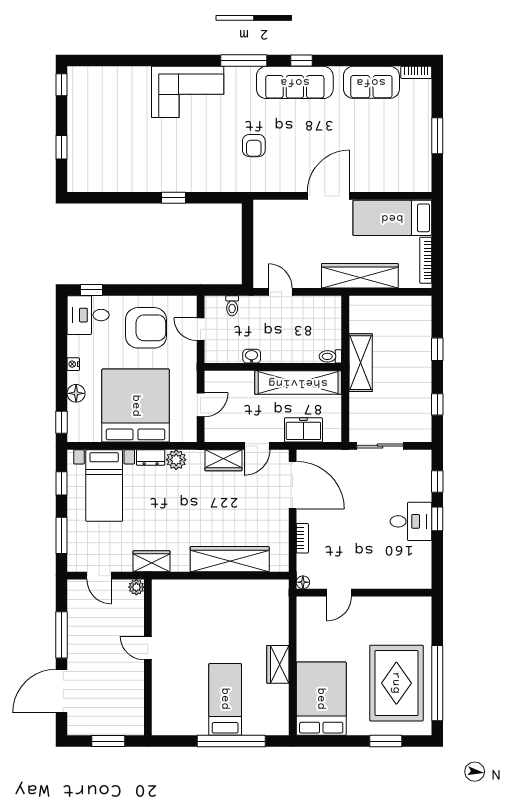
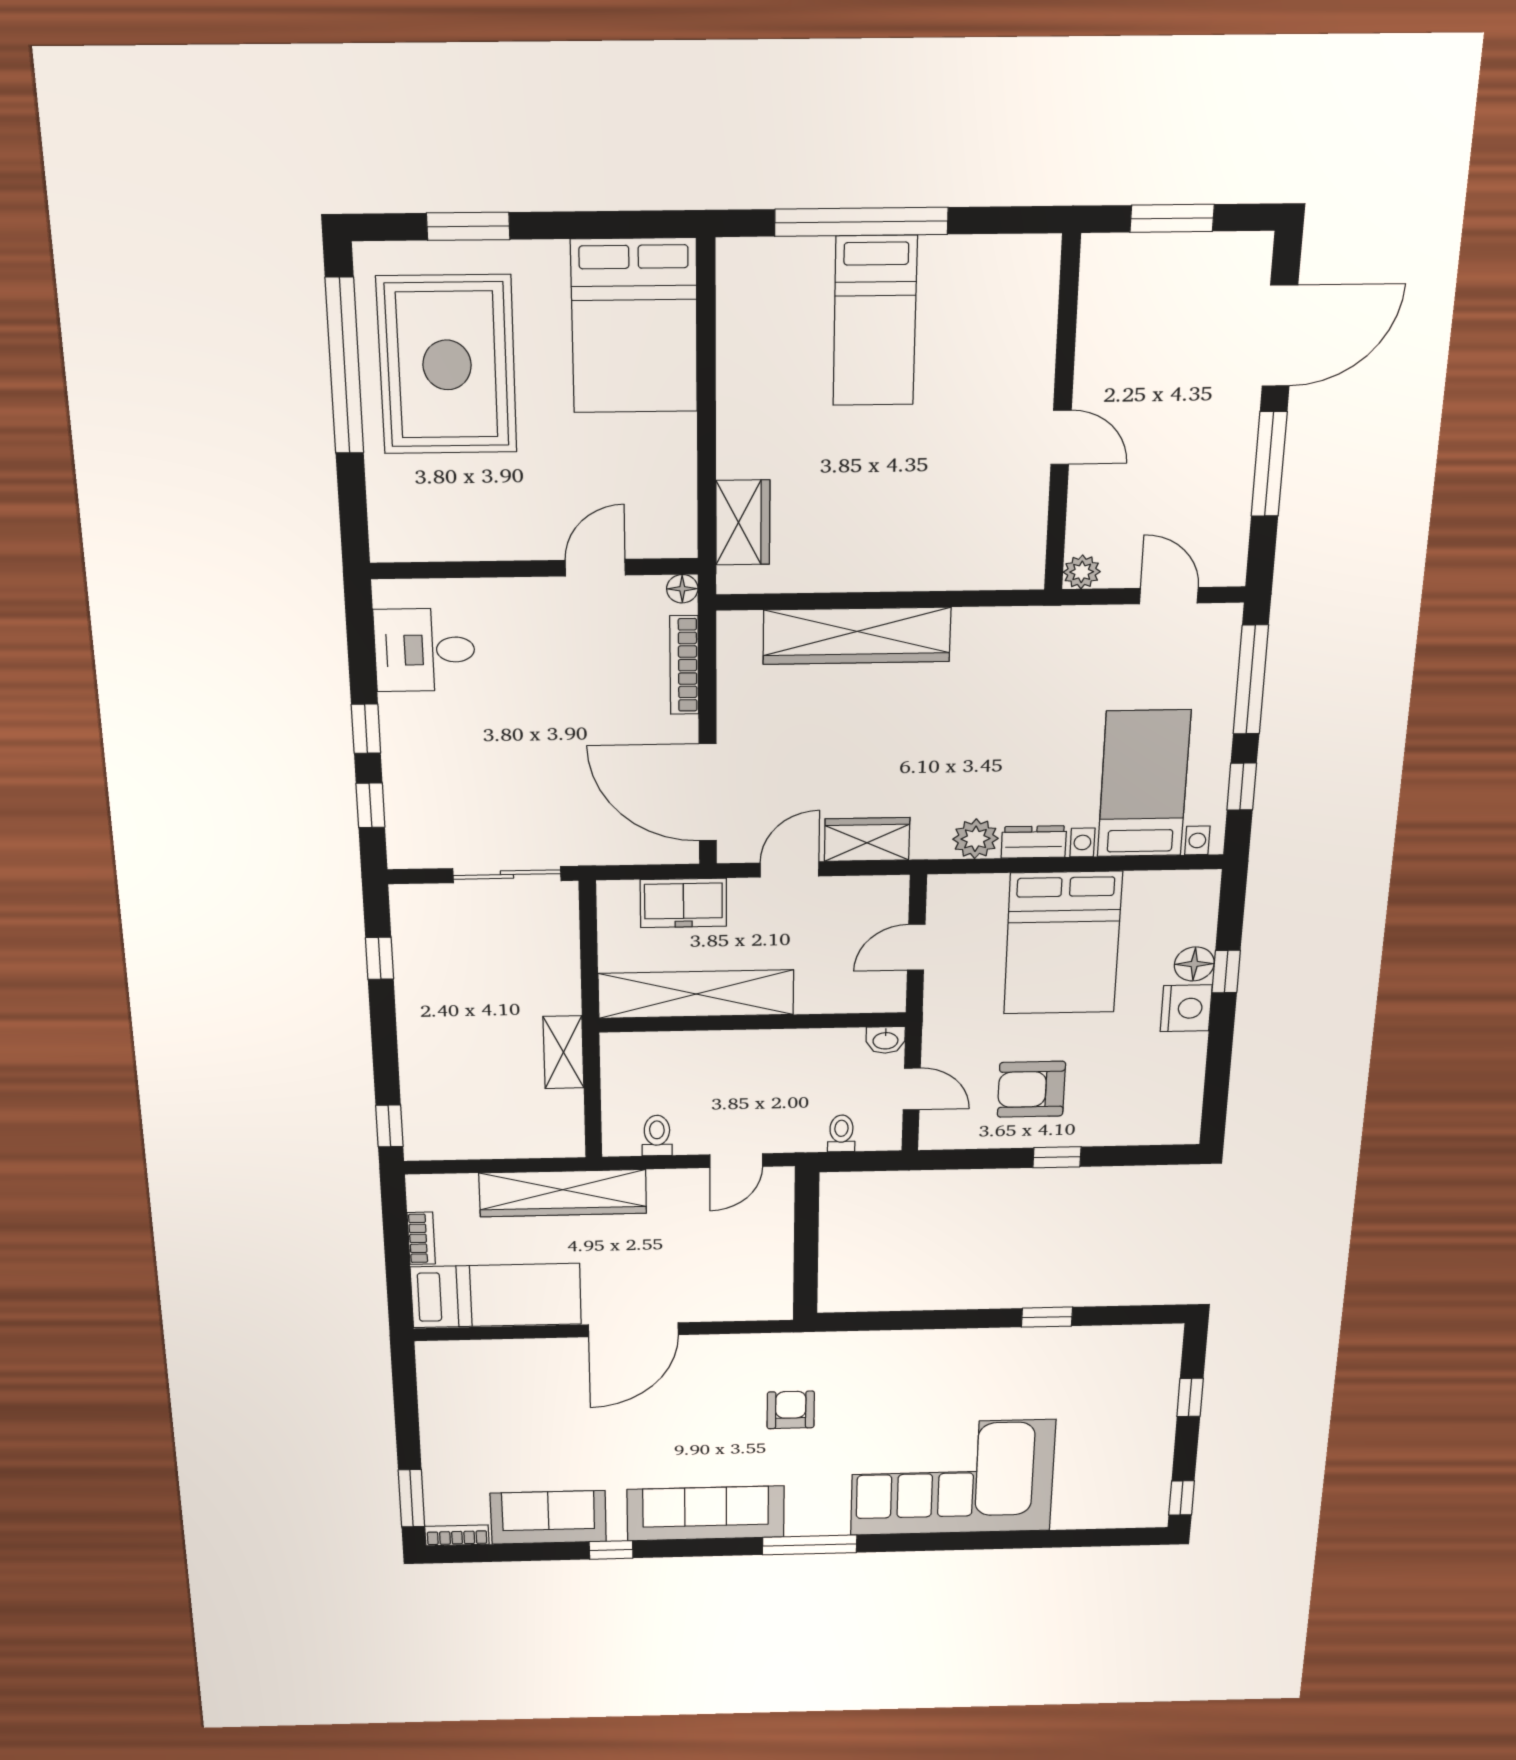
window: (302, 61) -> (611, 1550), moved
corner sofa: (188, 92) -> (952, 1478), width x1.36, depth x1.36
window: (437, 136) -> (411, 1498), moved
window: (173, 198) -> (1047, 1317), moved
bookcase: (426, 260) -> (421, 1238), width x0.64
window: (92, 290) -> (1057, 1157), moved
door: (280, 292) -> (736, 1161), hinge flipped
desk: (88, 315) -> (1156, 1110), removed
armchair: (146, 328) -> (1031, 1089), width x0.73, depth x0.73
window: (437, 349) -> (389, 1126), moved
washbasin: (252, 356) -> (886, 1040), moved
toilet: (330, 356) -> (657, 1136), moved, turned -90
shelving: (361, 363) -> (563, 1052), width x0.67, depth x0.75
nightstand: (73, 364) -> (1186, 1008), width x1.89, depth x1.79
bed: (136, 406) -> (1063, 943), width x0.73
window: (61, 422) -> (1226, 972), moved
desk: (411, 521) -> (425, 650), moved
window: (61, 535) -> (1251, 680), width x1.44
bookcase: (302, 538) -> (684, 665), width x1.56
wardrobe: (151, 561) -> (1043, 628), removed
wardrobe: (278, 664) -> (743, 523), moved

